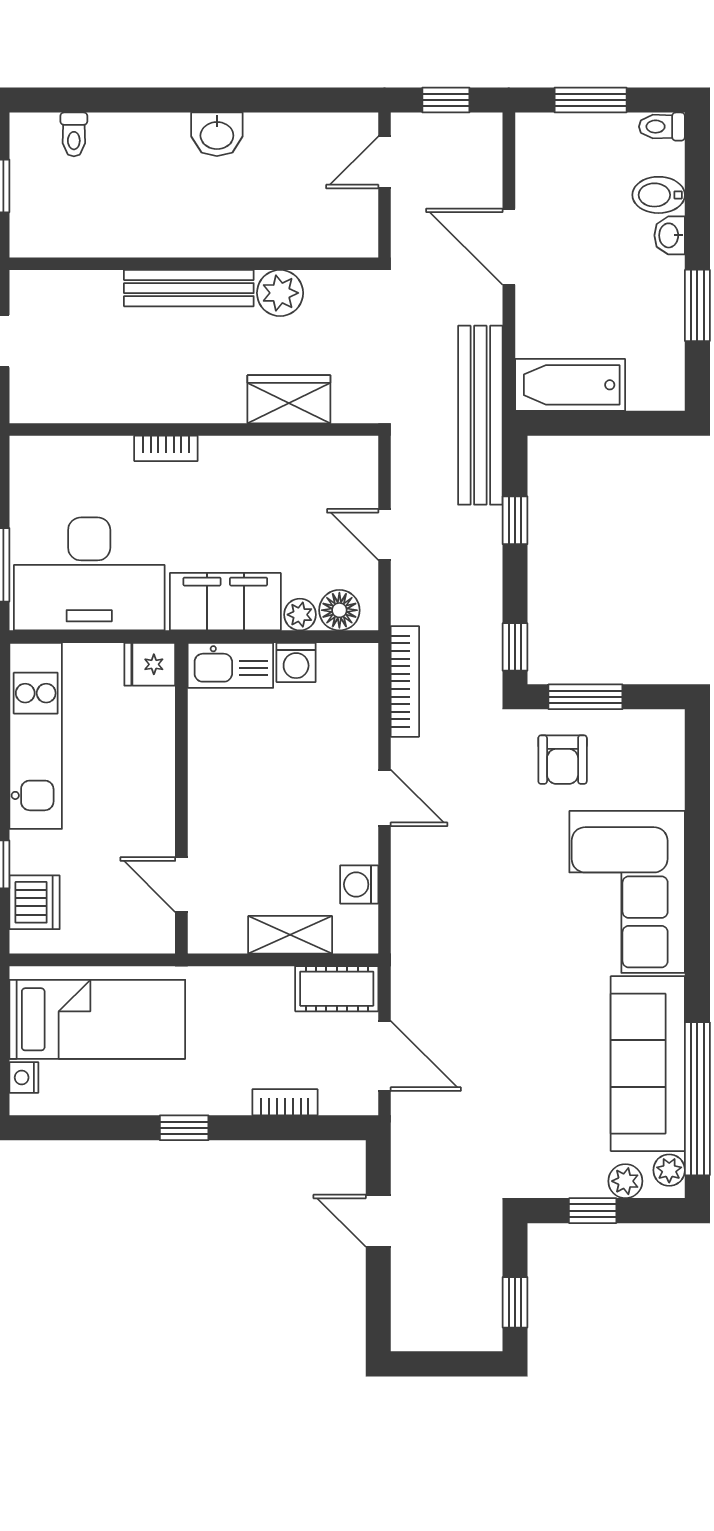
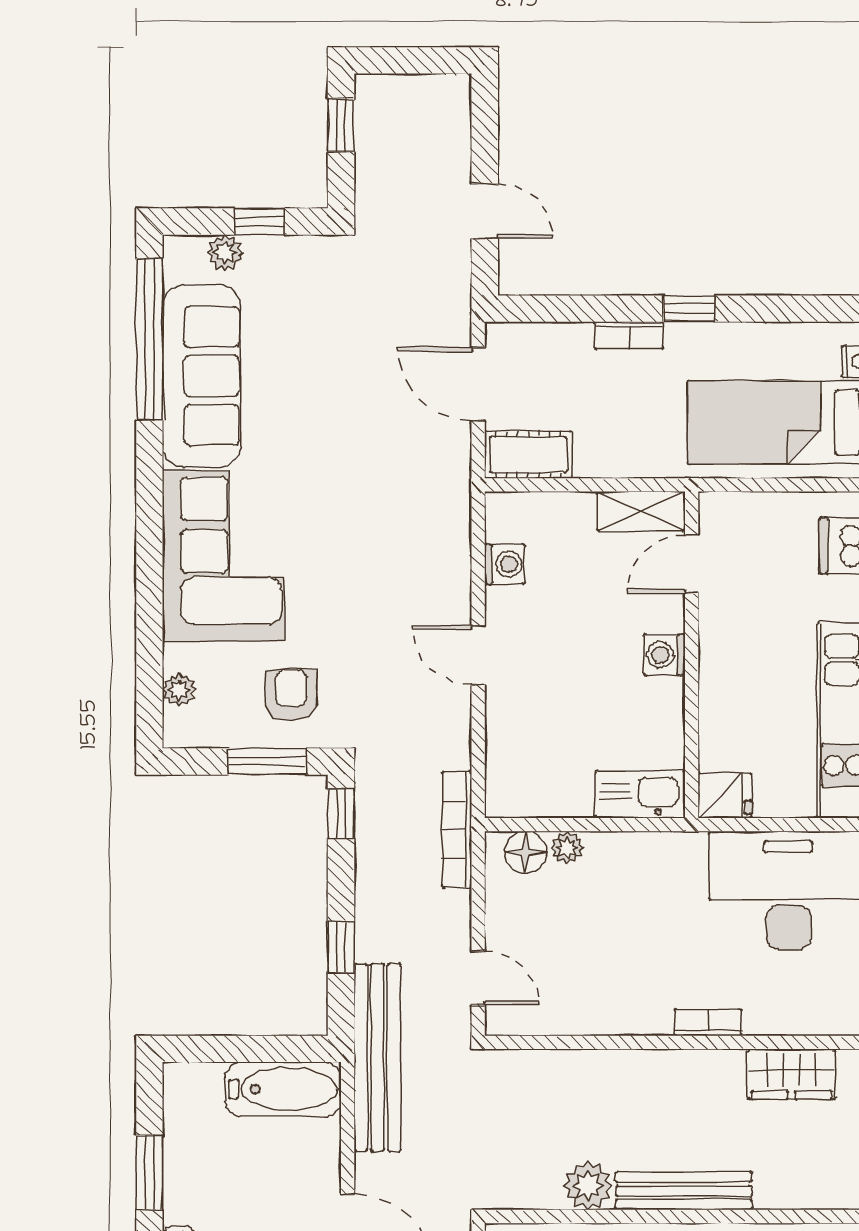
wardrobe: (289, 399) -> (791, 1074), moved
door: (384, 535) -> (478, 978), moved
filing cabinet: (225, 602) -> (645, 861), removed
washing machine: (296, 662) -> (664, 655), moved, turned -90
bookcase: (405, 681) -> (457, 830), moved
door: (181, 885) -> (692, 564), swing flipped
shelving: (290, 935) -> (641, 511), moved
bookcase: (285, 1102) -> (629, 335), moved
plant: (669, 1170) -> (179, 690), moved

